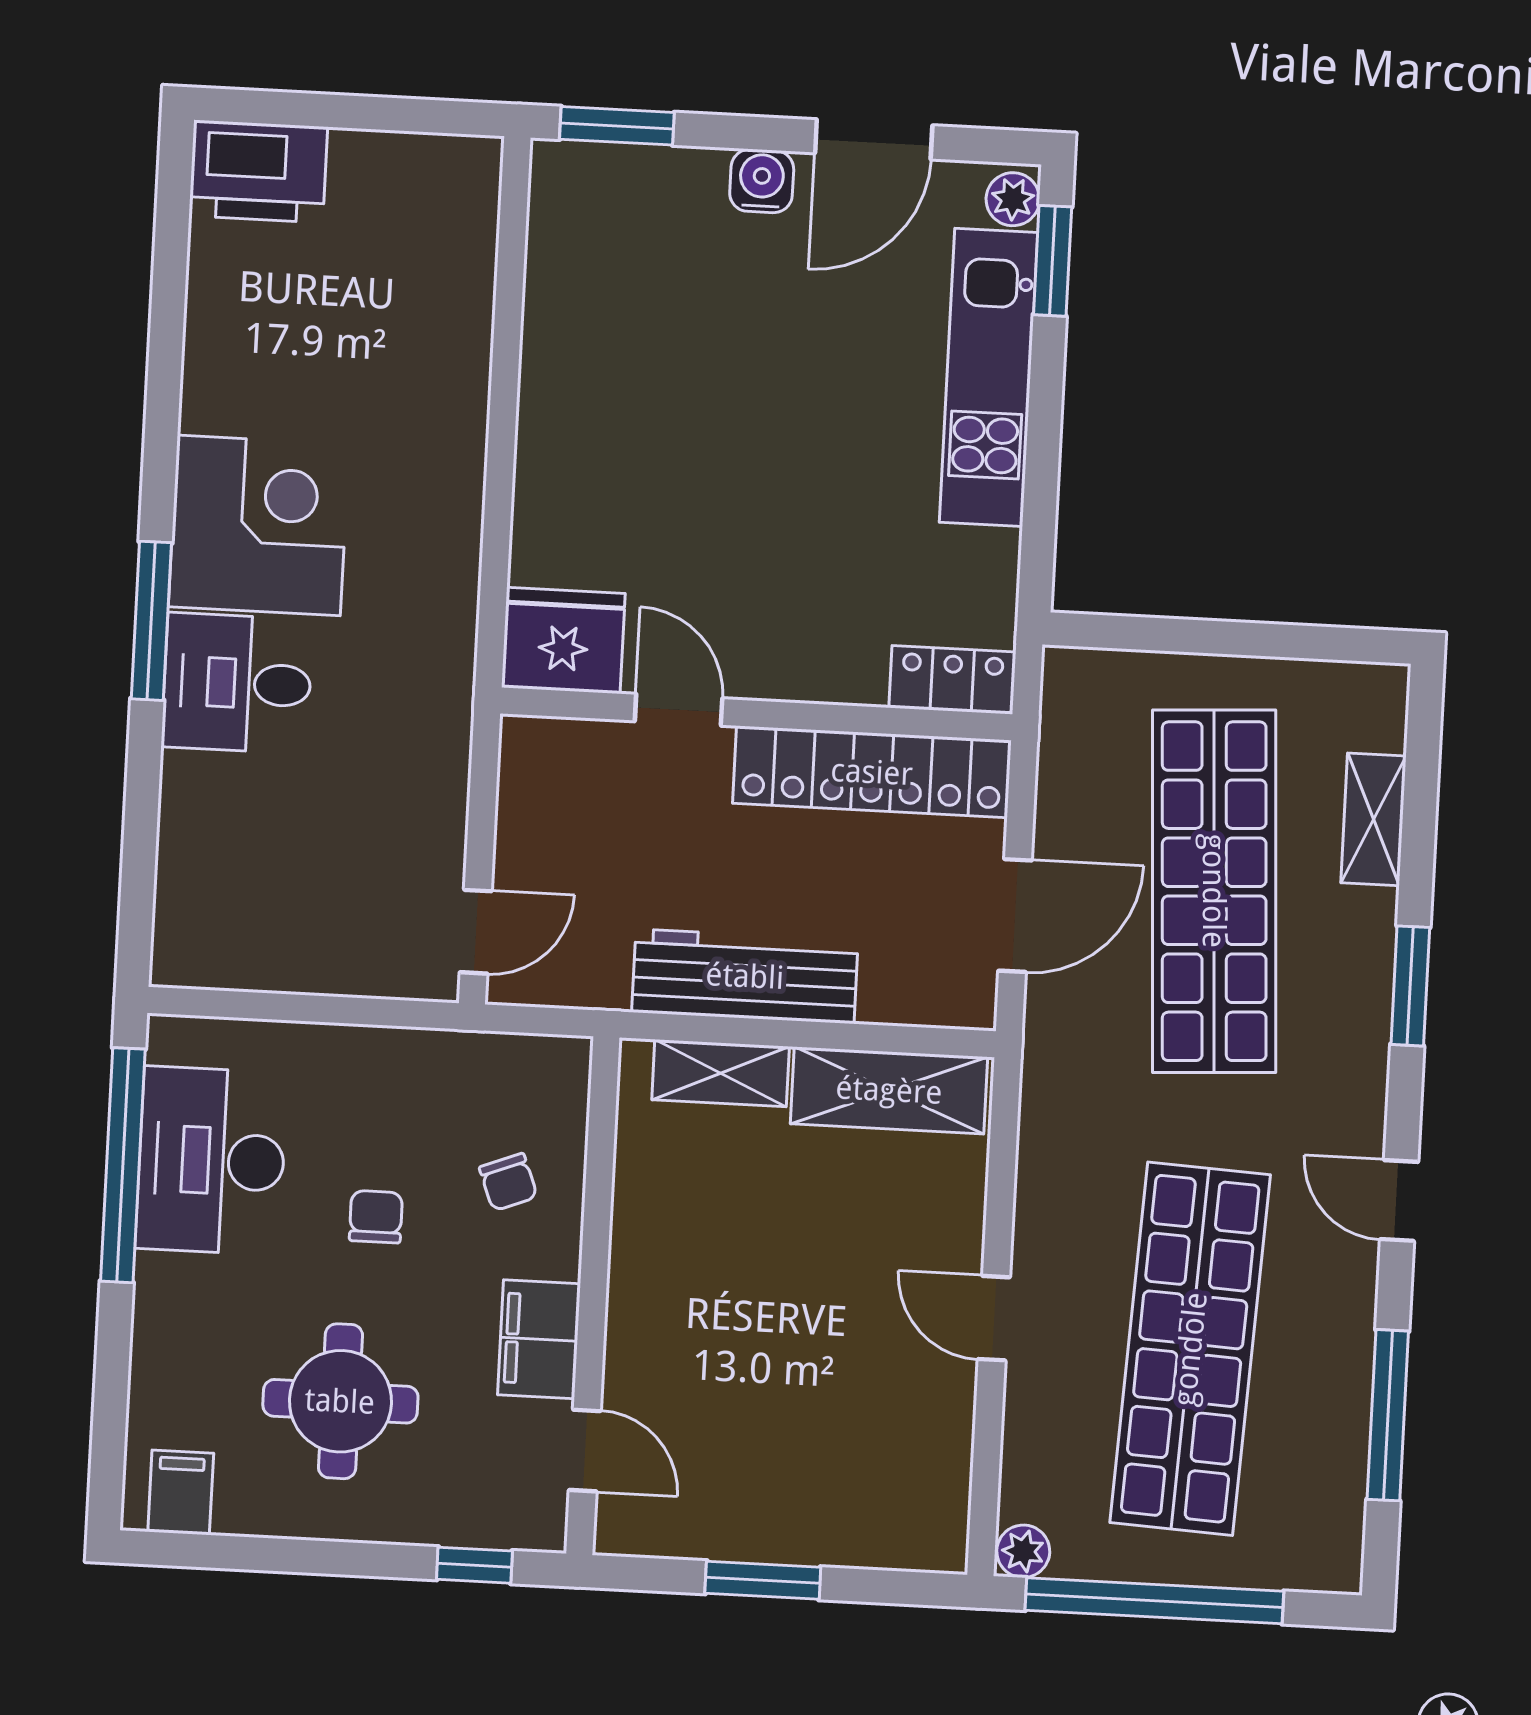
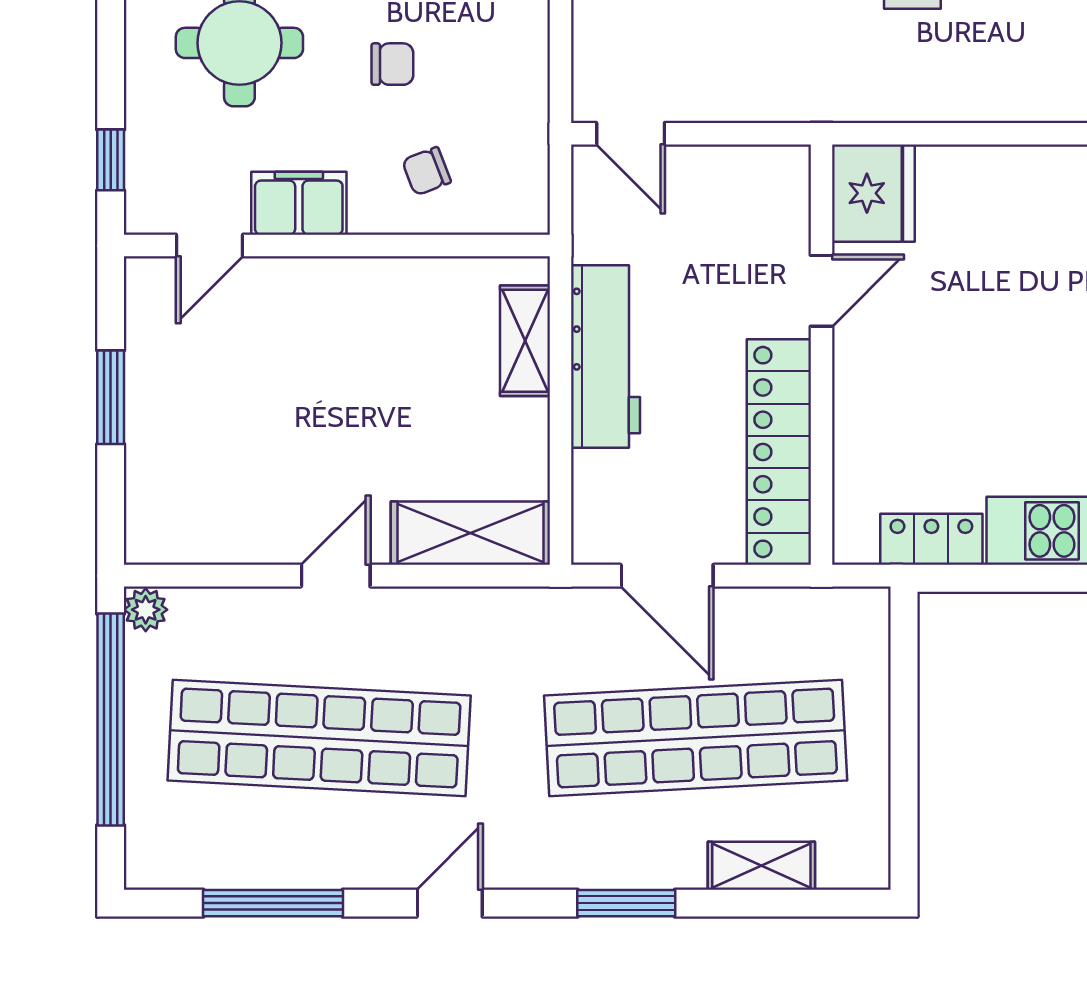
locker: (952, 680) -> (931, 539), moved, turned -90
shelving: (889, 1090) -> (470, 533), moved, turned 90

